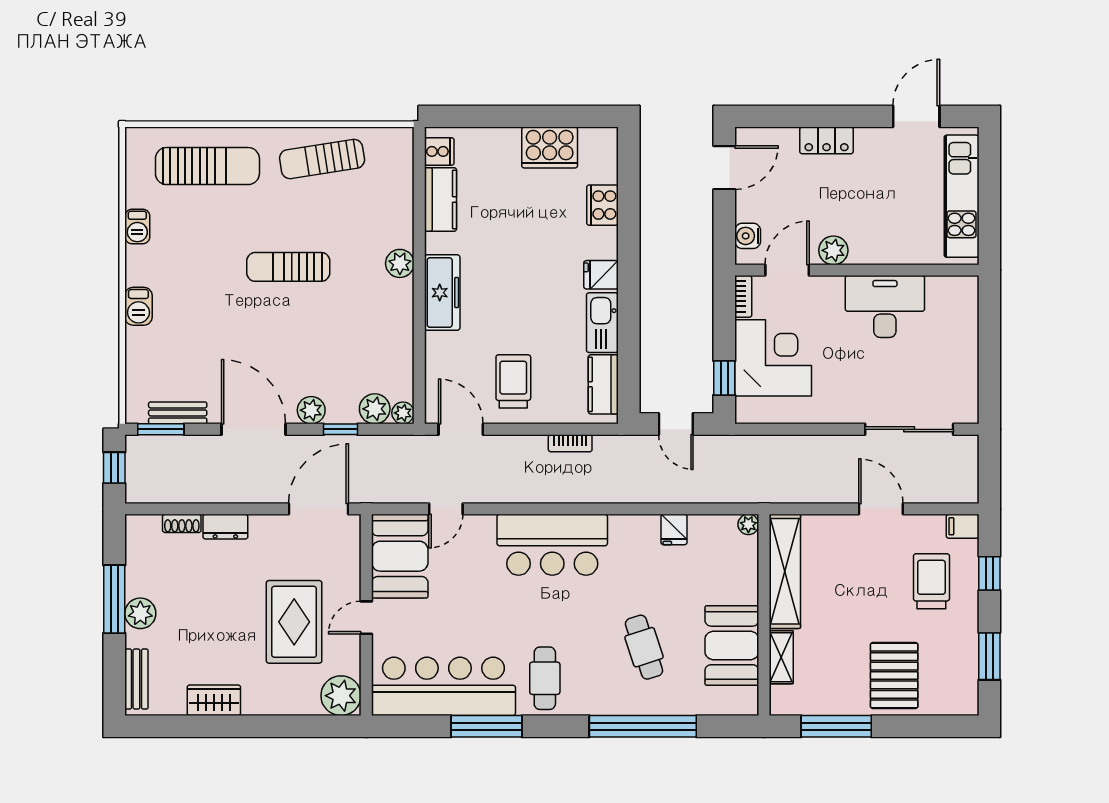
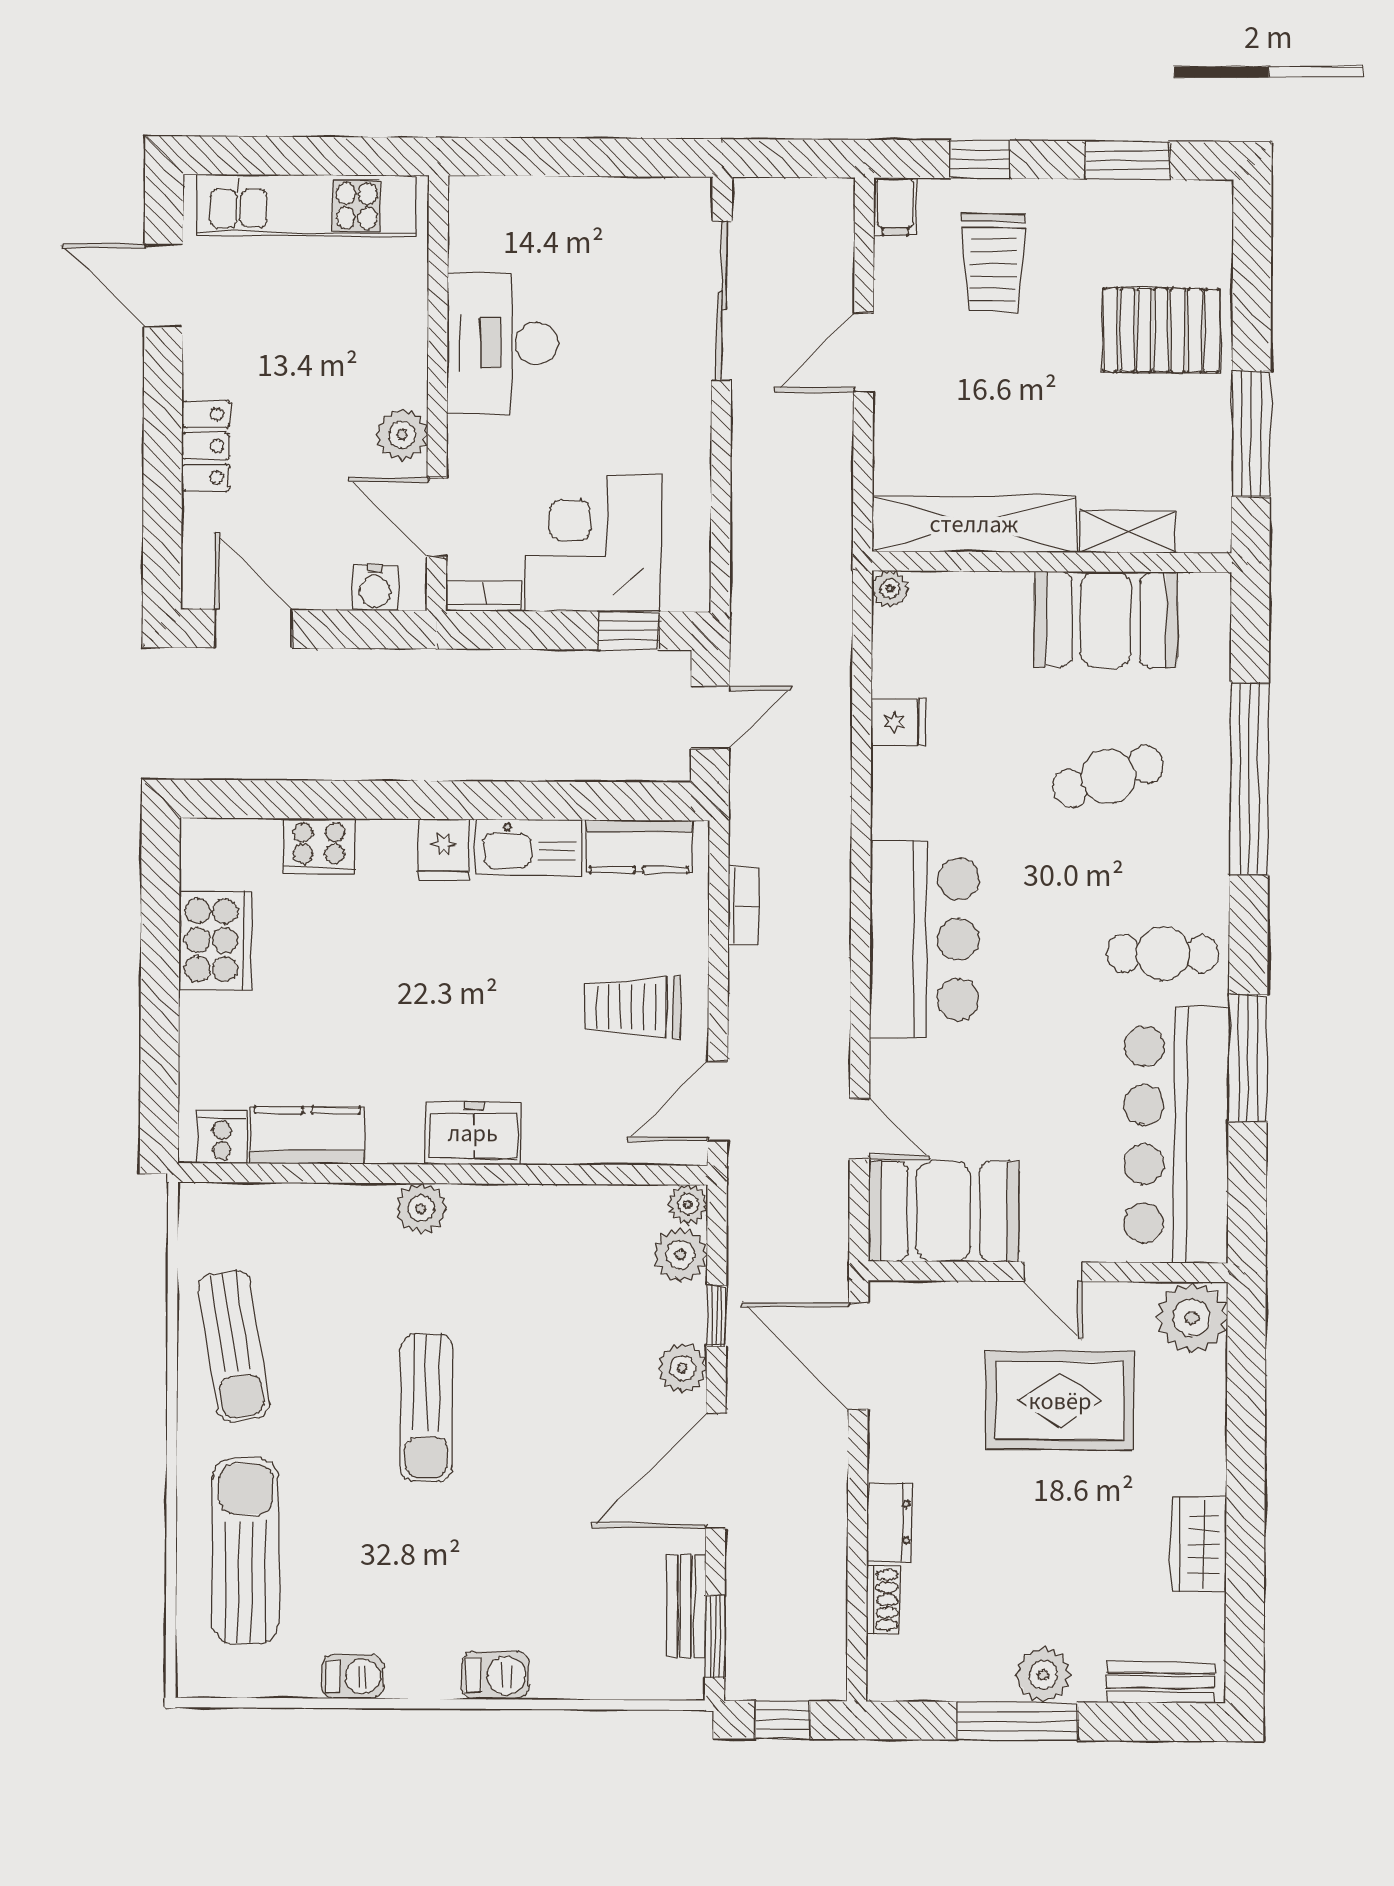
freezer: (442, 293) -> (473, 1133), width x0.71
trolley: (931, 581) -> (993, 263), turned -90

